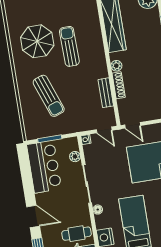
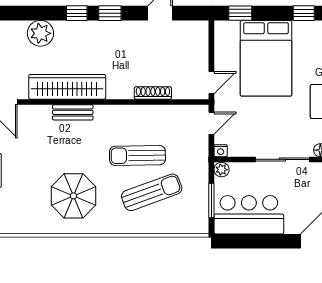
sun lounger: (69, 46) -> (137, 155), moved
plant: (116, 66) -> (125, 92), removed
bench: (106, 93) -> (73, 112), moved
plant: (75, 157) -> (222, 170), moved

